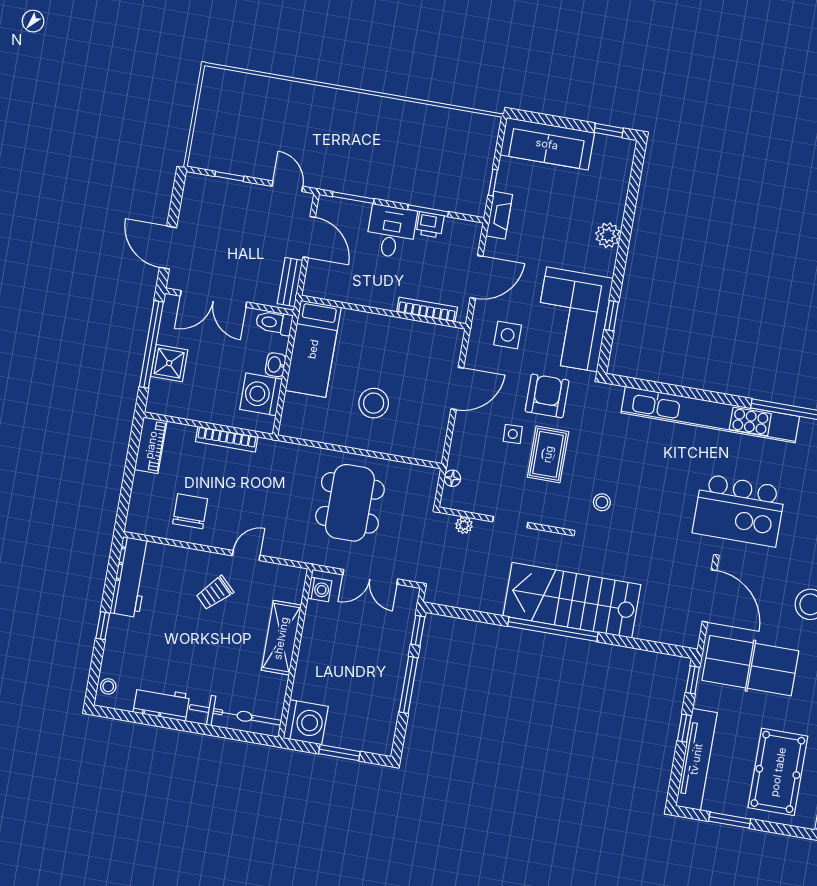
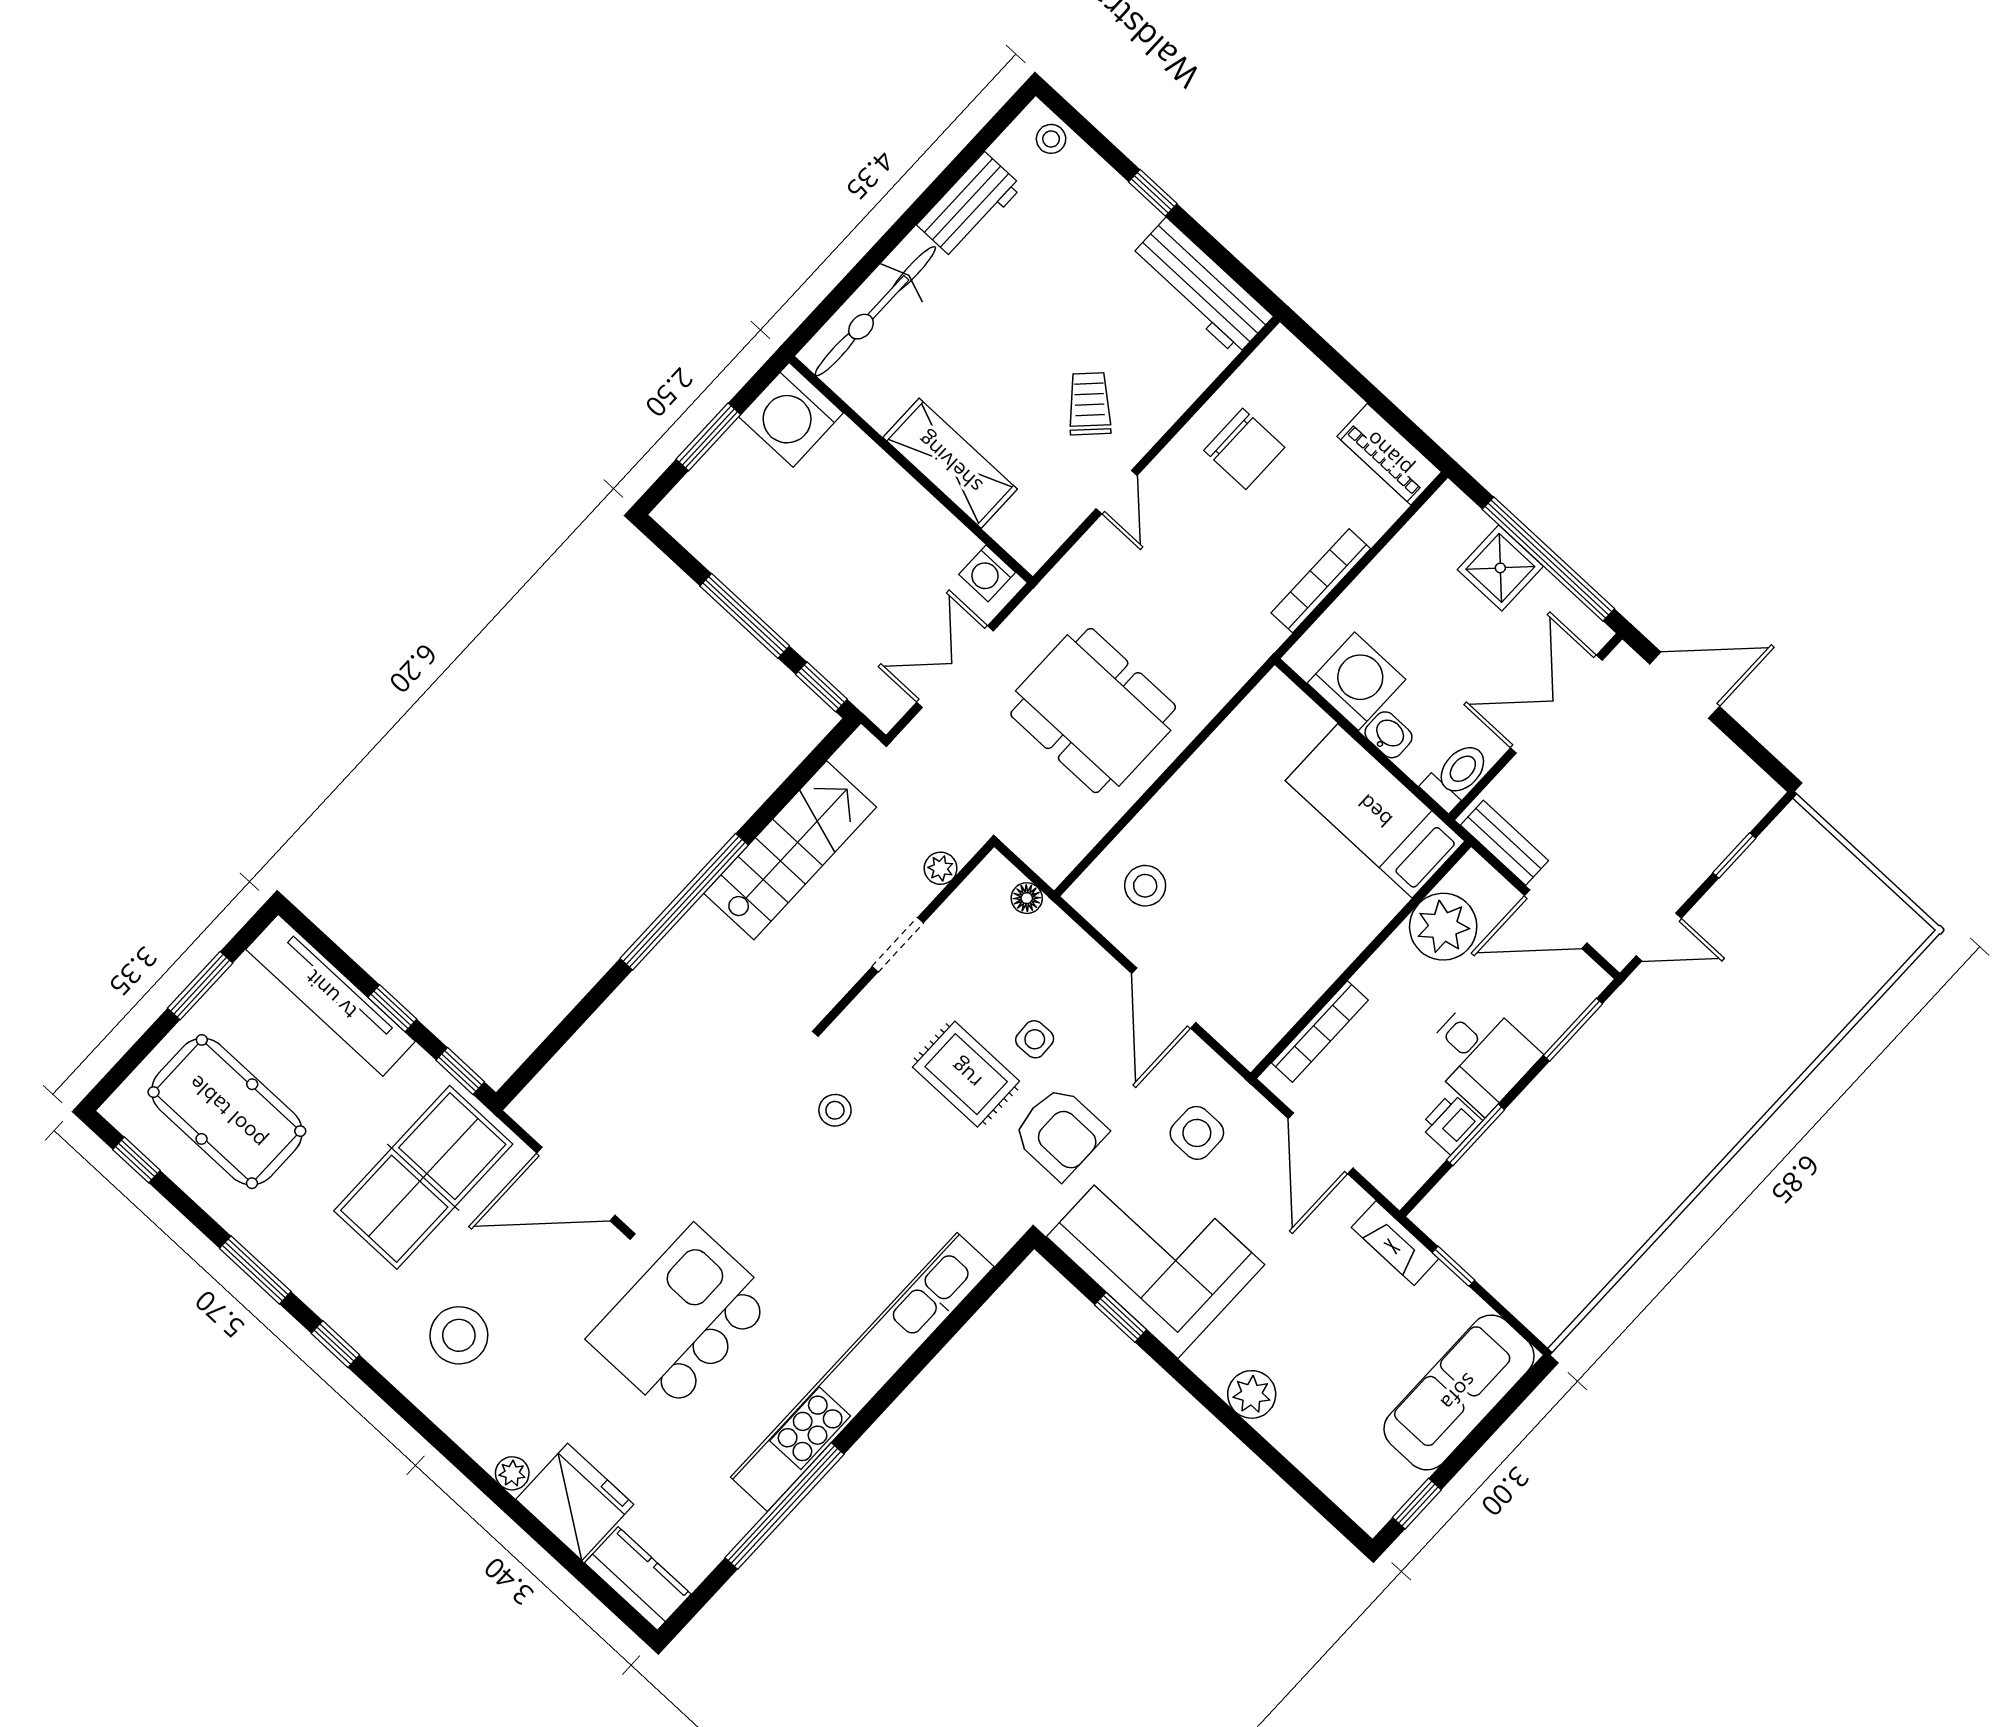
plant: (345, 285) -> (1443, 927), added
stool: (374, 403) -> (1145, 886), moved, width x0.73, depth x0.73
stairs: (572, 600) -> (790, 850), moved, width x0.73, depth x0.66

